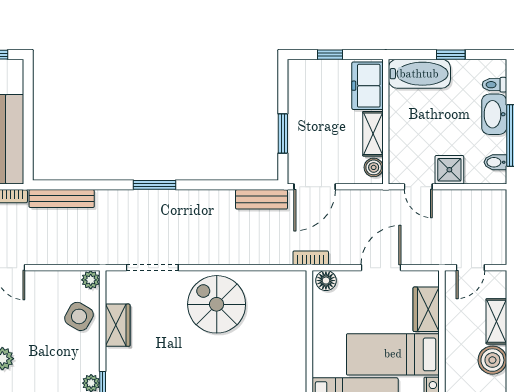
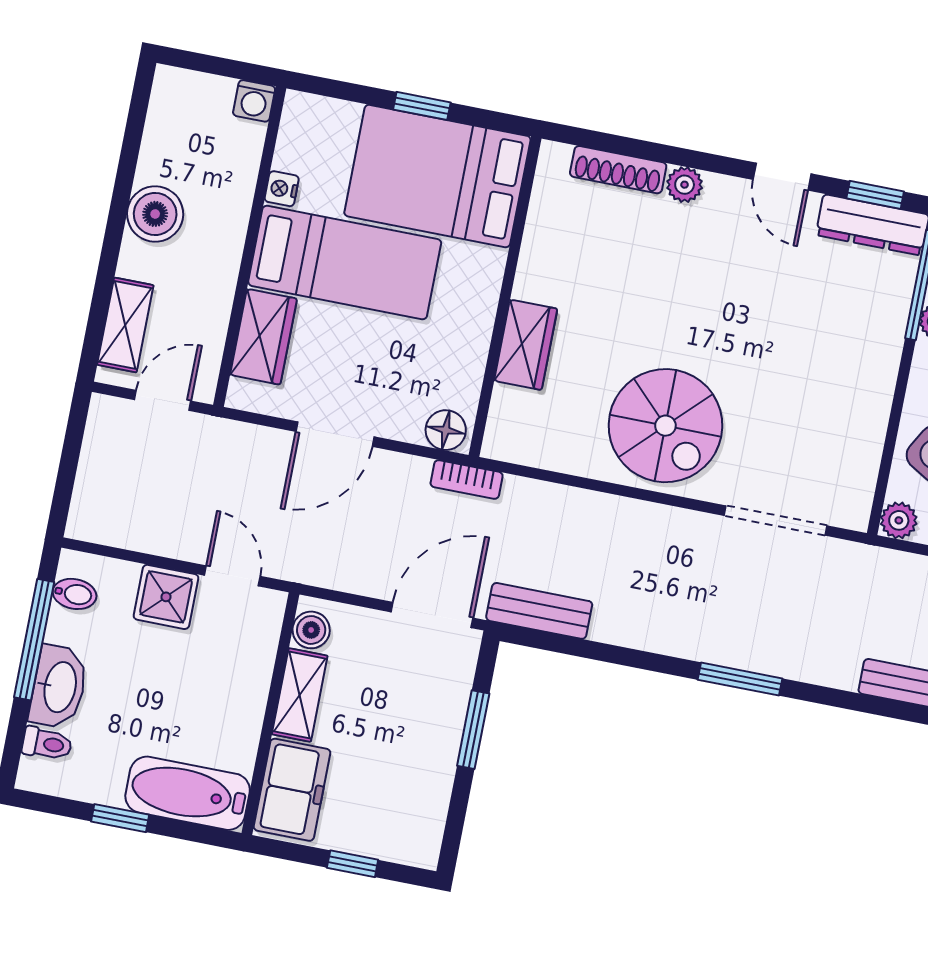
shelving: (496, 321) -> (125, 325), moved
wardrobe: (118, 325) -> (526, 345), moved, turned 180

